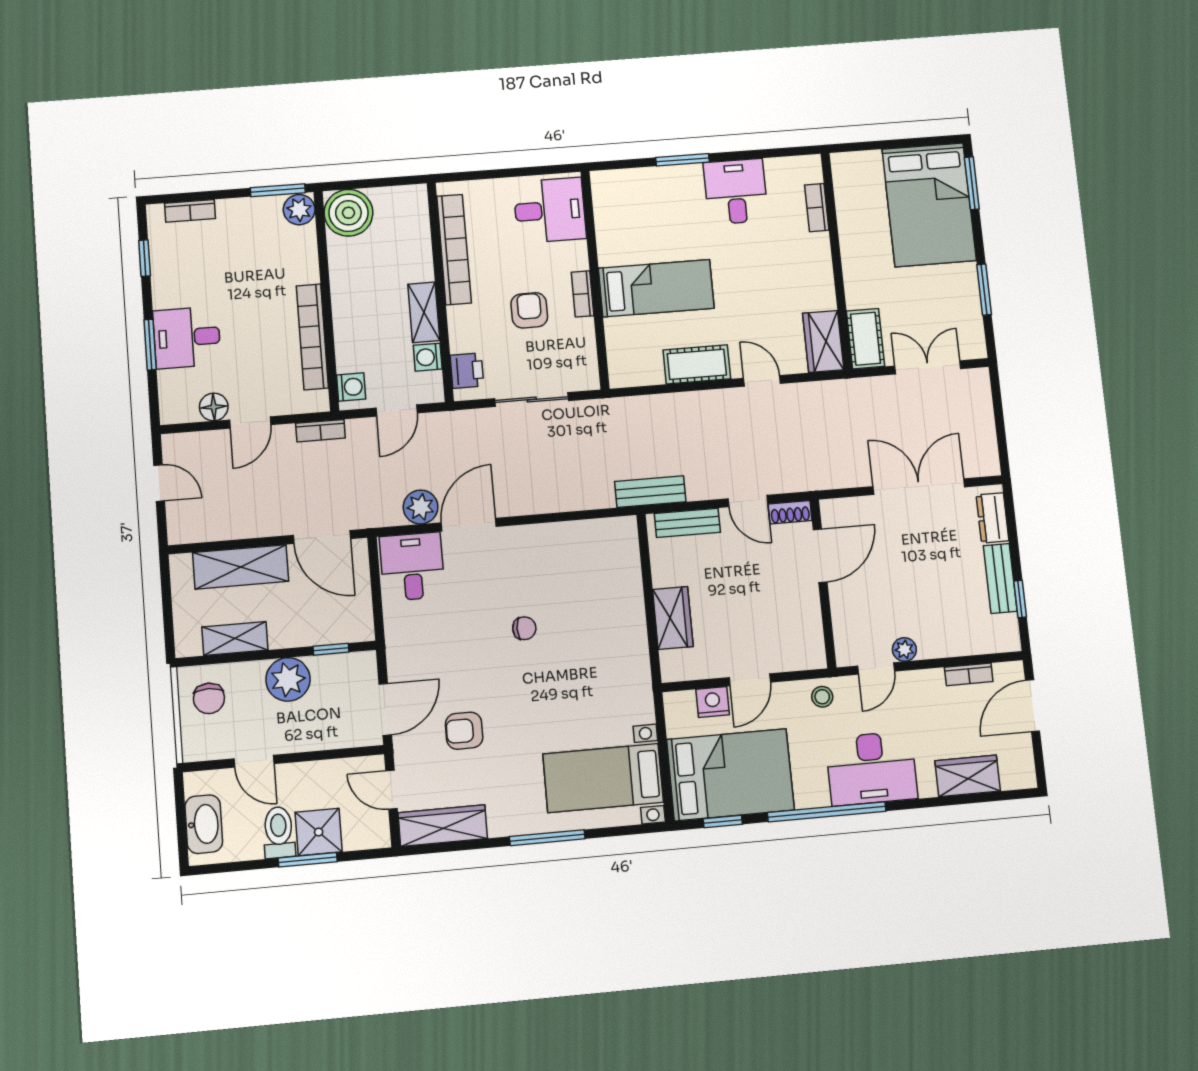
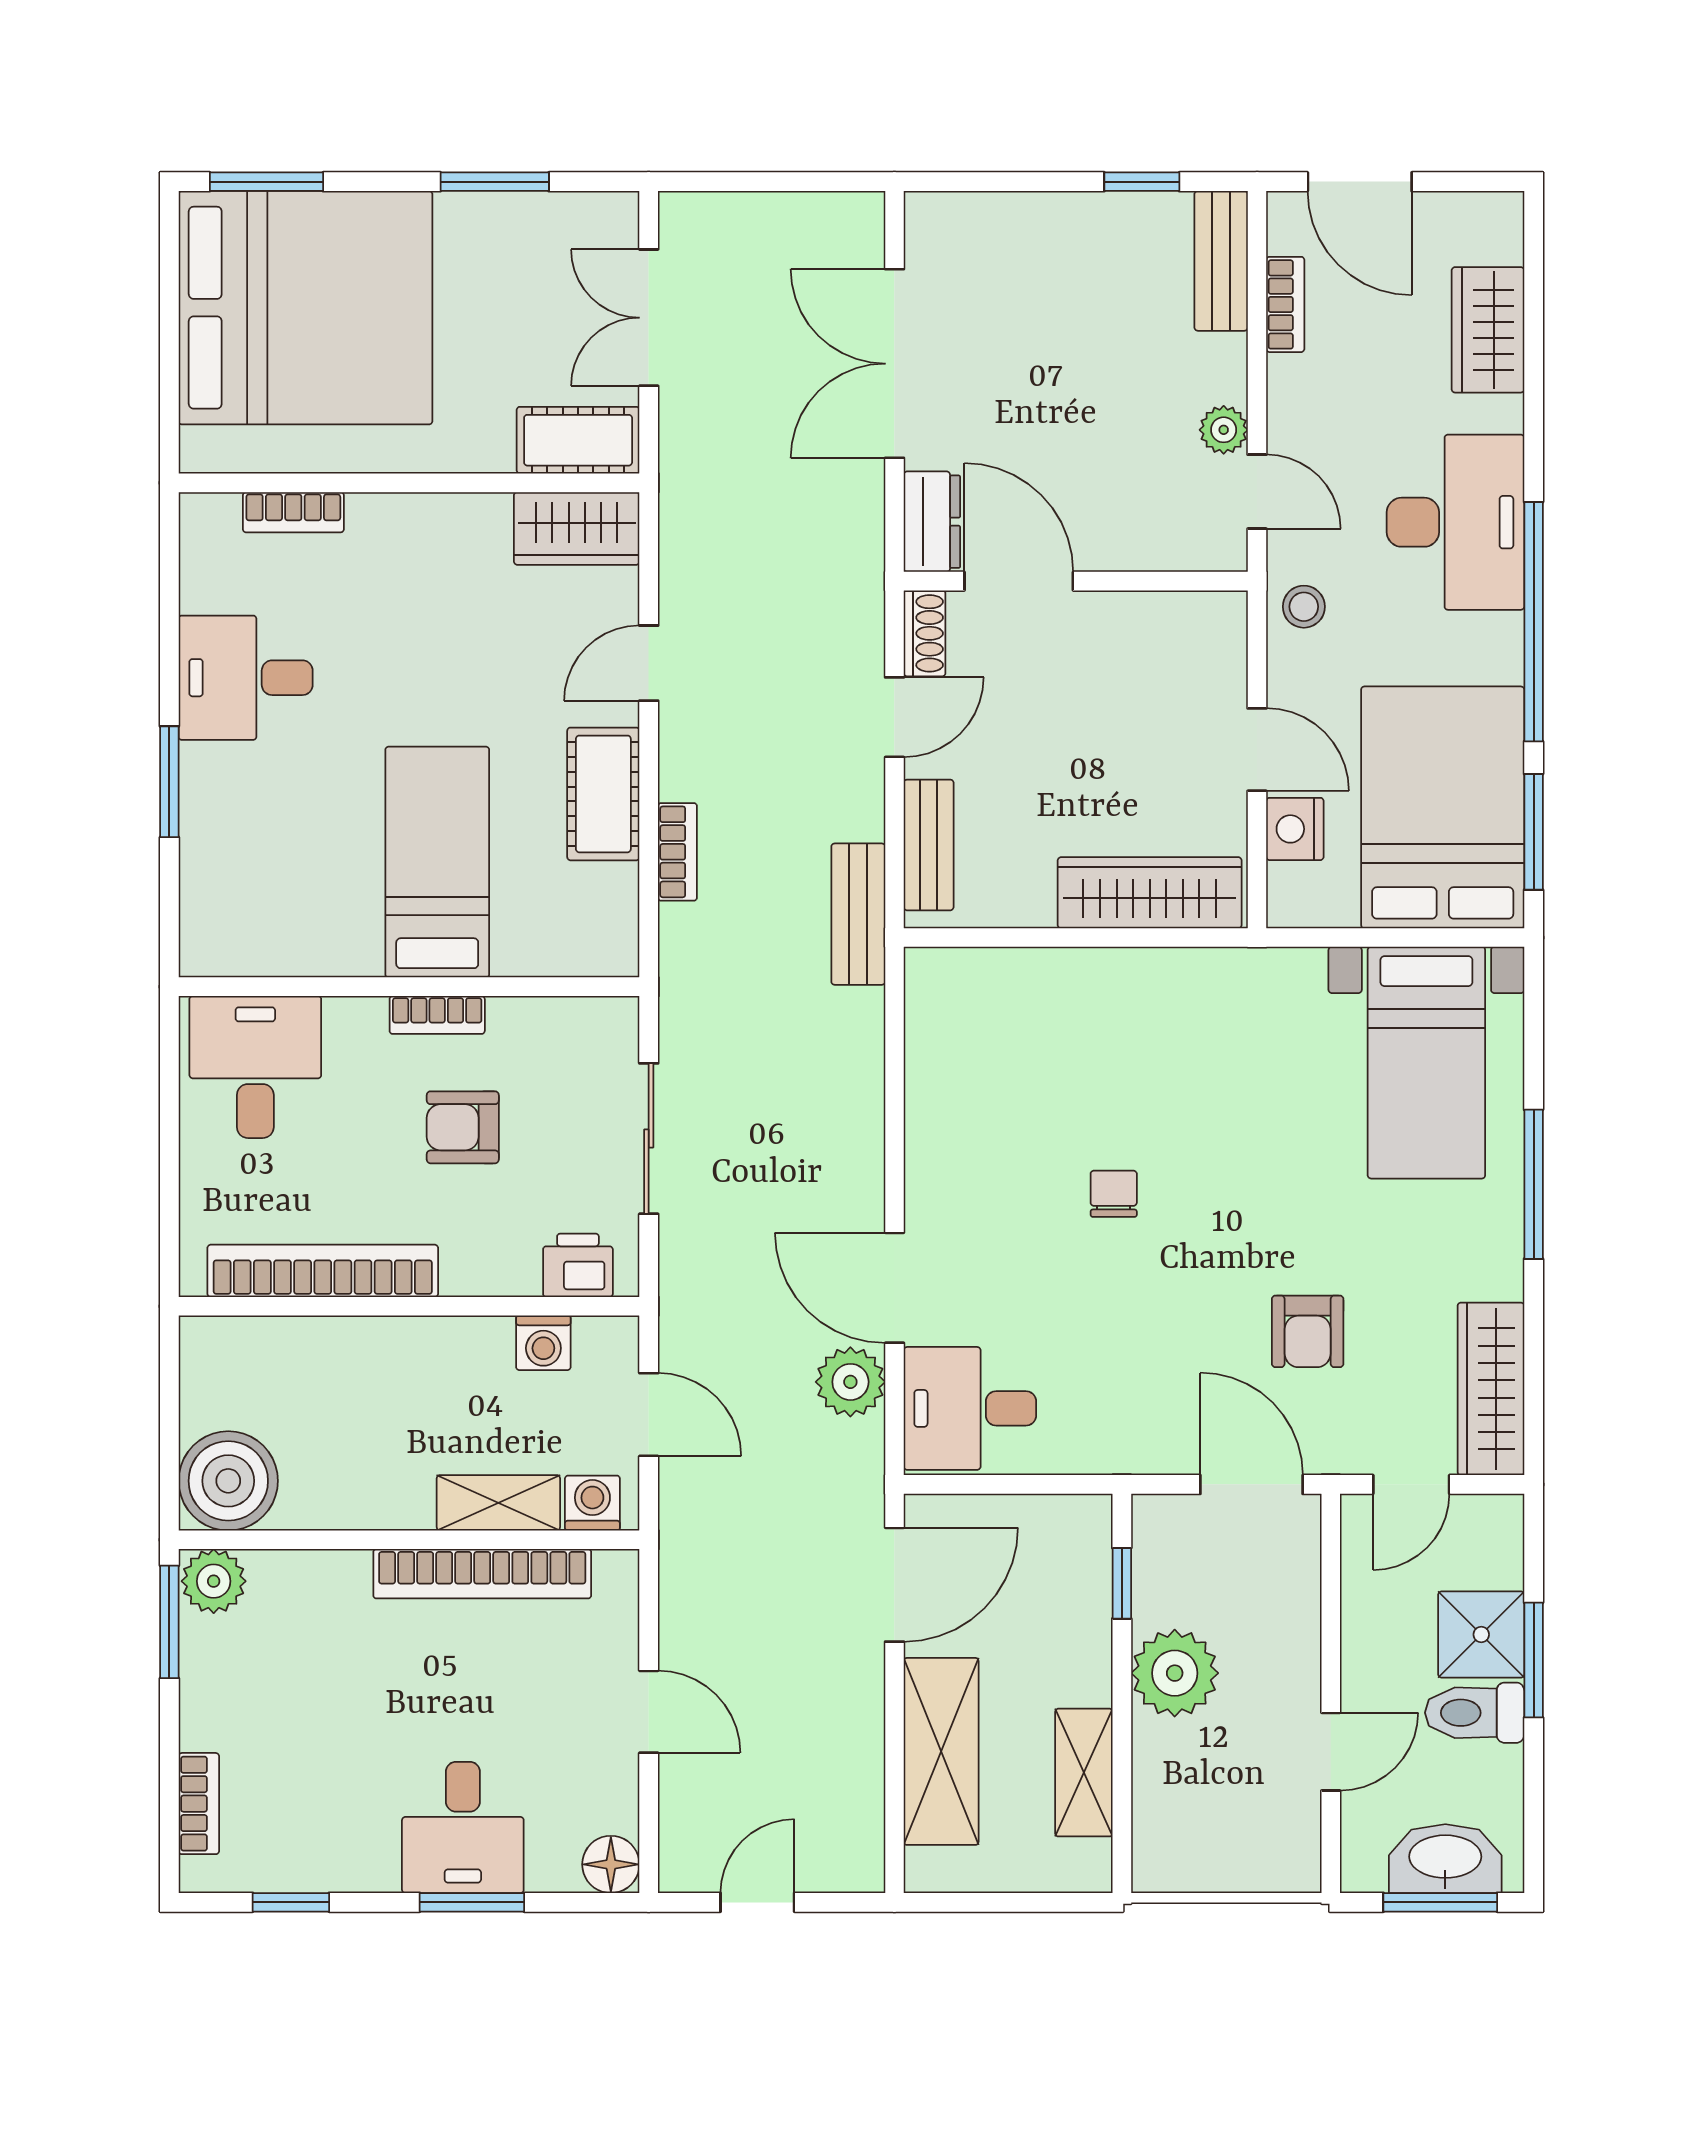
bed: (929, 205) -> (305, 308), width x1.36
shelving: (424, 312) -> (498, 1503), moved
floor lamp: (214, 407) -> (611, 1864), moved
bookcase: (320, 431) -> (677, 852), moved
dresser: (993, 518) -> (932, 522), moved, turned -90
bench: (1000, 578) -> (1221, 261), moved, turned 90
wardrobe: (673, 618) -> (1150, 893), width x1.50
chair: (209, 698) -> (1199, 1832), removed
window: (723, 821) -> (1534, 832), width x1.50
window: (181, 824) -> (1440, 1902), added

